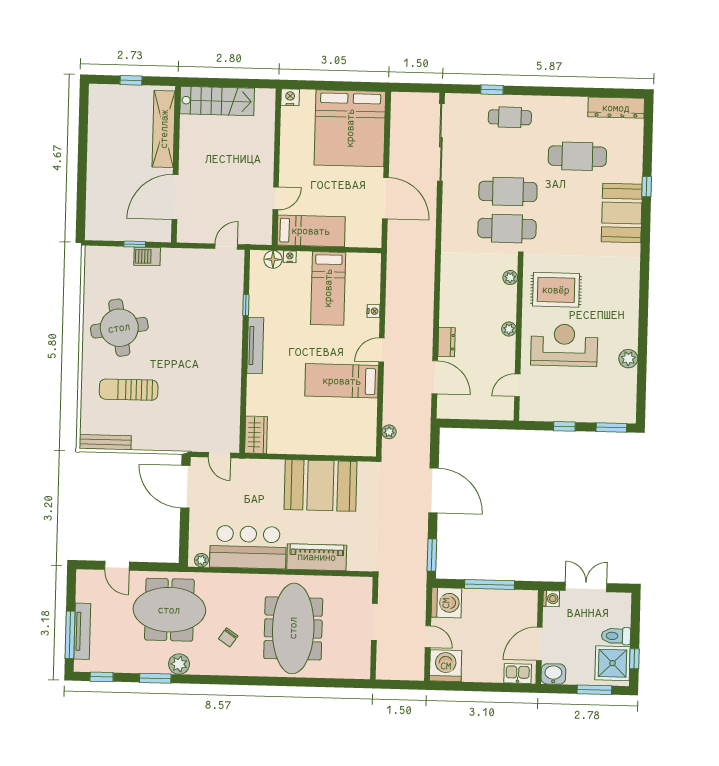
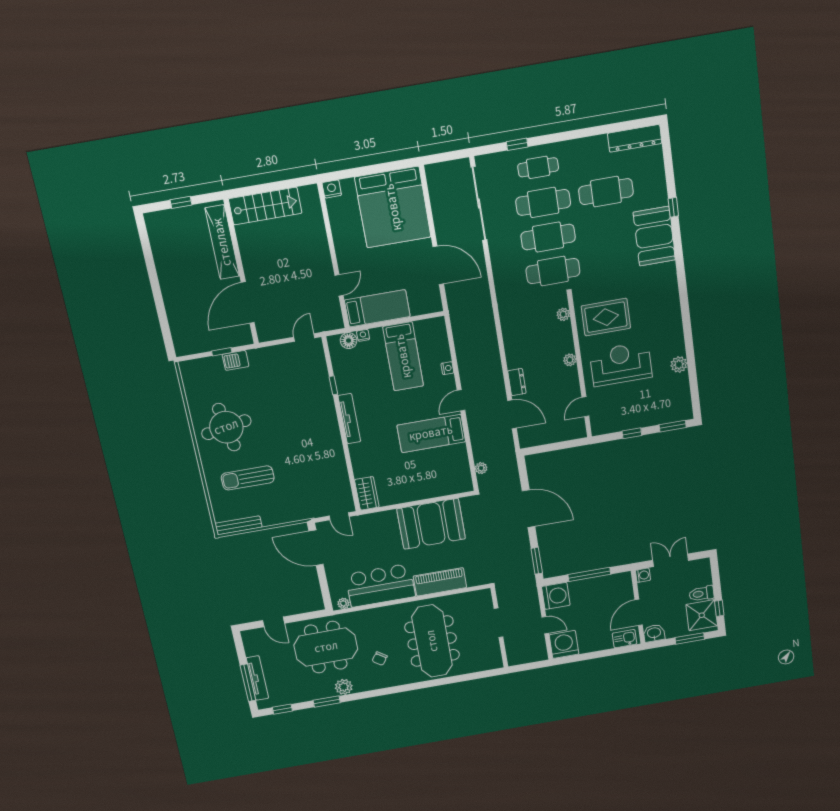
cafe table: (509, 154) -> (543, 202), added

